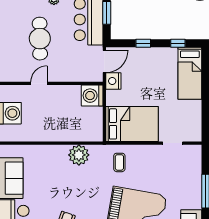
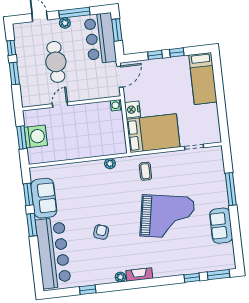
window: (178, 43) -> (177, 52), moved
nightstand: (113, 81) -> (133, 110), moved
washing machine: (92, 96) -> (116, 105), width x0.53, depth x0.53
plant: (79, 155) -> (110, 164), width x0.53, depth x0.53

